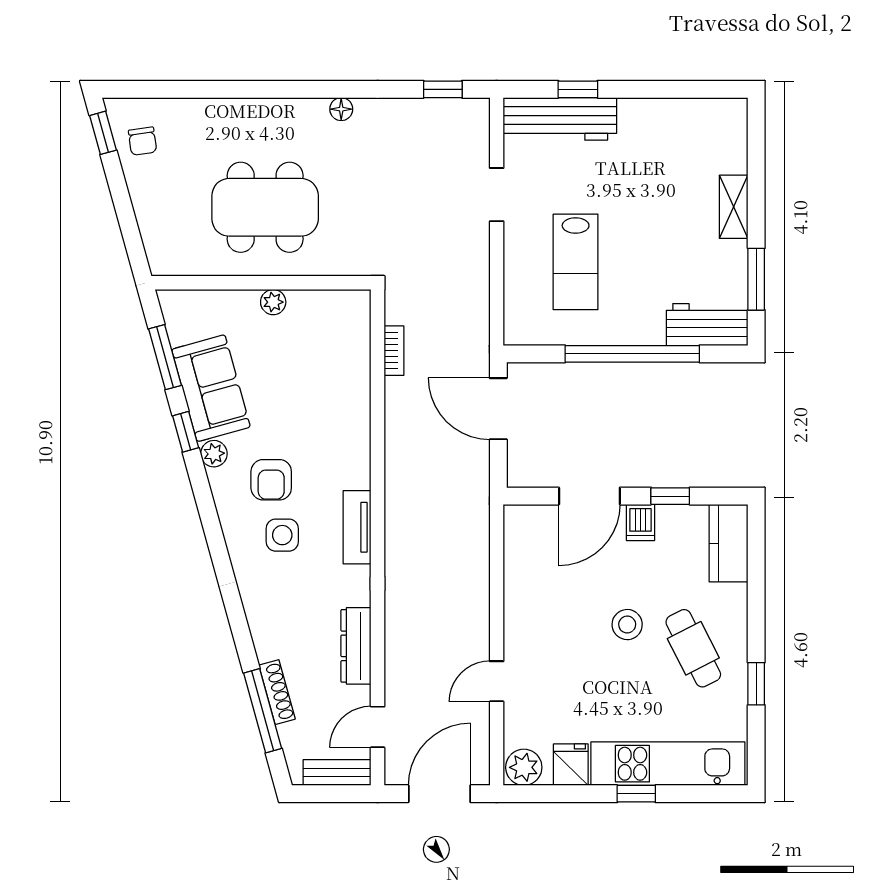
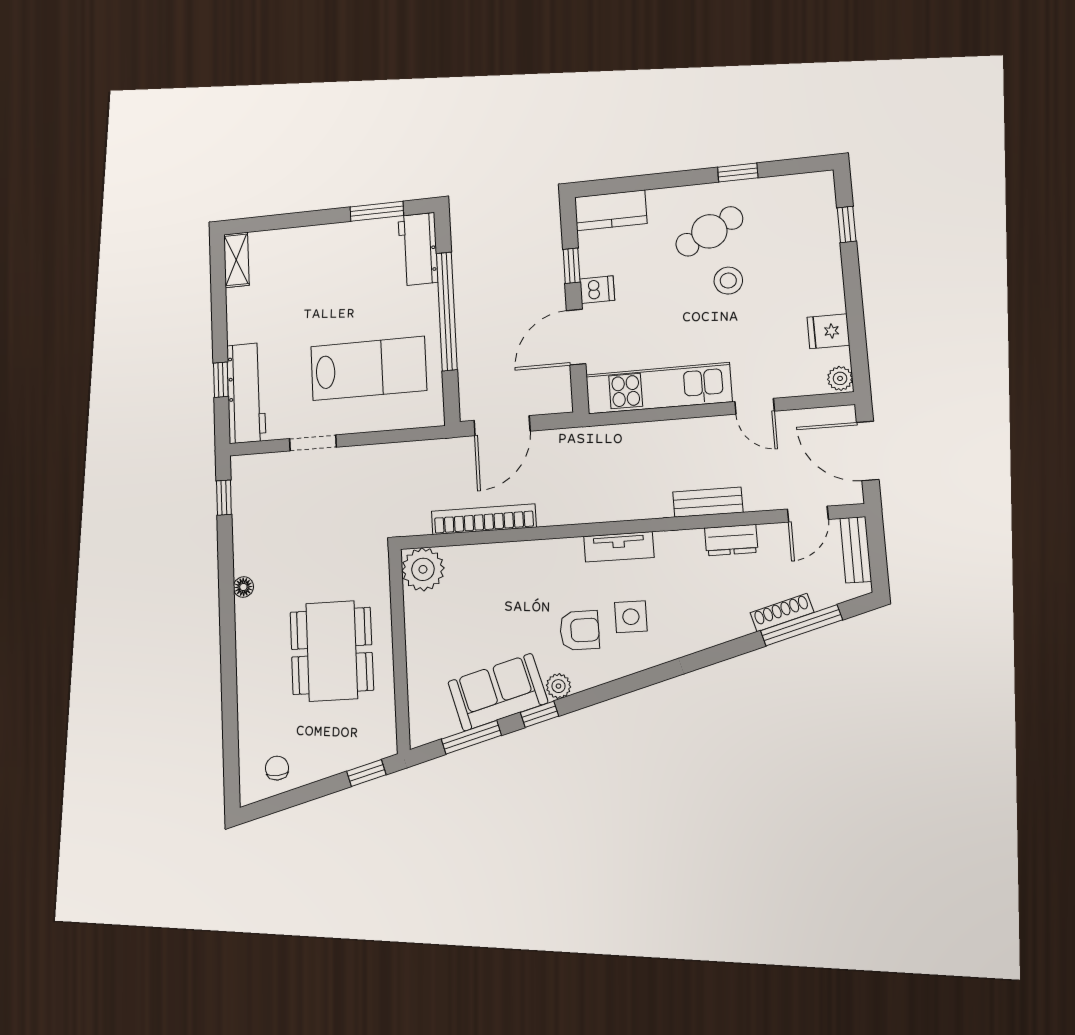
window: (103, 133) -> (366, 773), moved
chair: (143, 141) -> (277, 768), turned -85
shelving: (734, 207) -> (236, 260), moved, turned 90
lab bench: (576, 262) -> (369, 368), width x1.36, depth x1.39
plant: (273, 302) -> (423, 569), moved, width x1.87, depth x1.87
bookcase: (394, 351) -> (484, 519), width x2.31, depth x1.31
door: (589, 496) -> (576, 337), swing flipped
bench: (398, 625) -> (708, 502), added
stool: (627, 625) -> (728, 281), moved
dresser: (356, 646) -> (731, 540), width x0.70
door: (378, 727) -> (808, 514), hinge flipped
kitchen unit: (668, 764) -> (659, 388), moved, turned 90
plant: (524, 767) -> (840, 378), width x0.73, depth x0.73
window: (636, 794) -> (847, 224), moved

